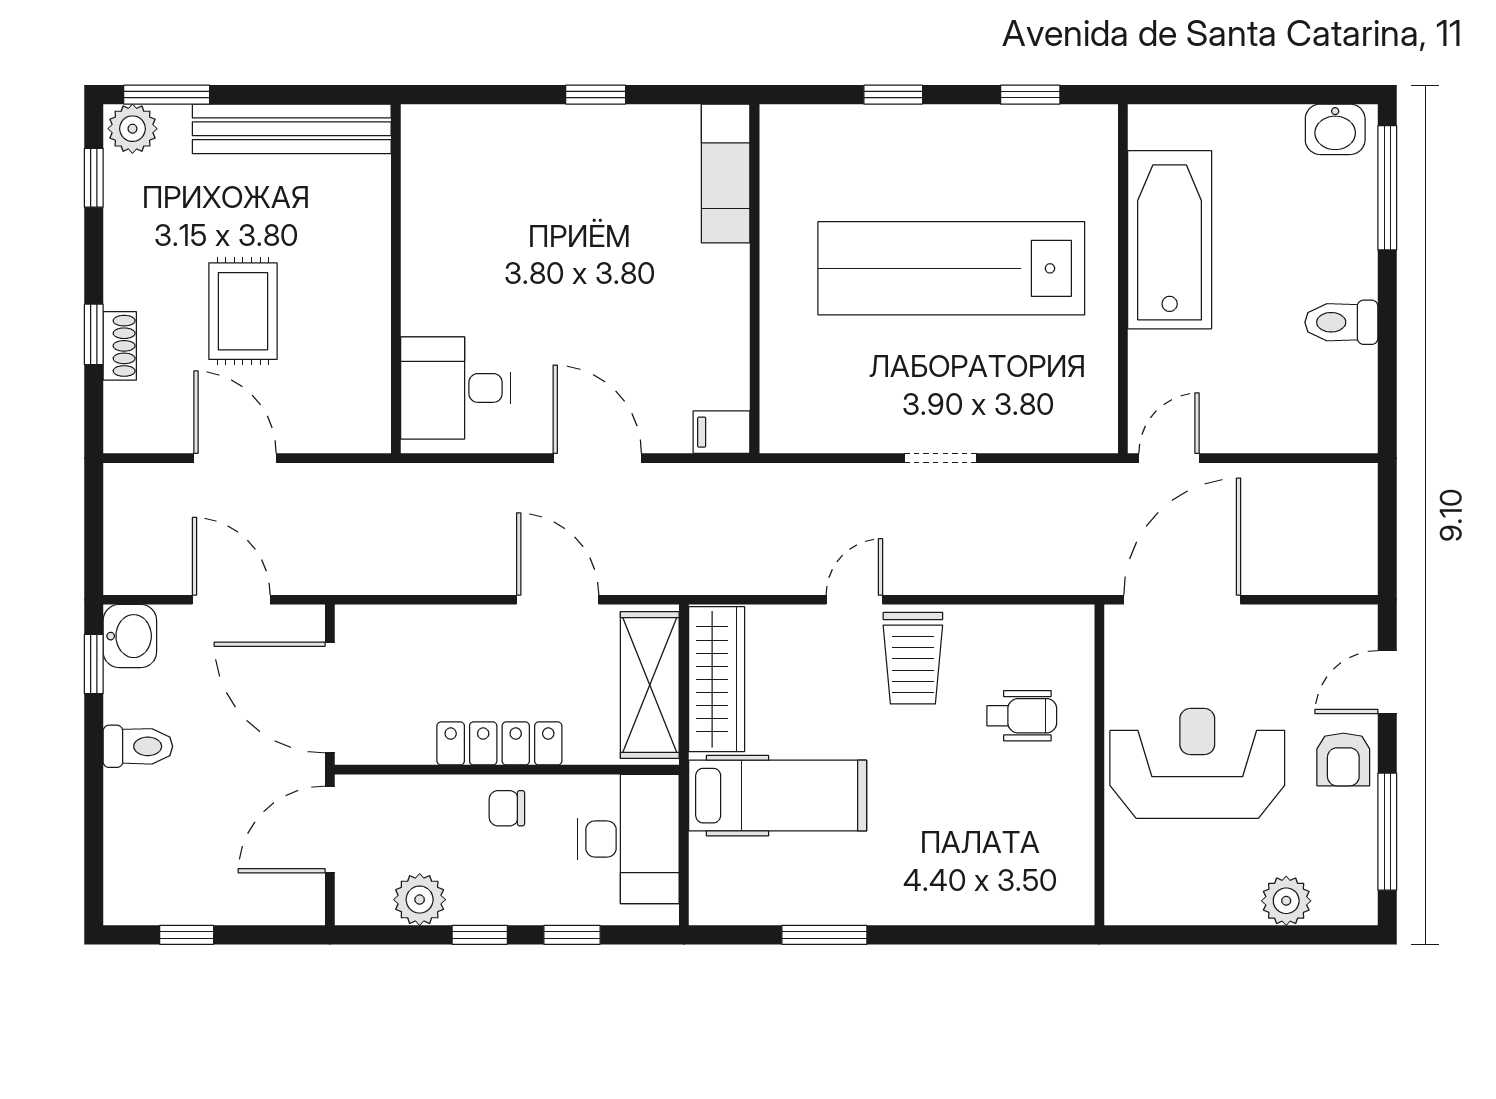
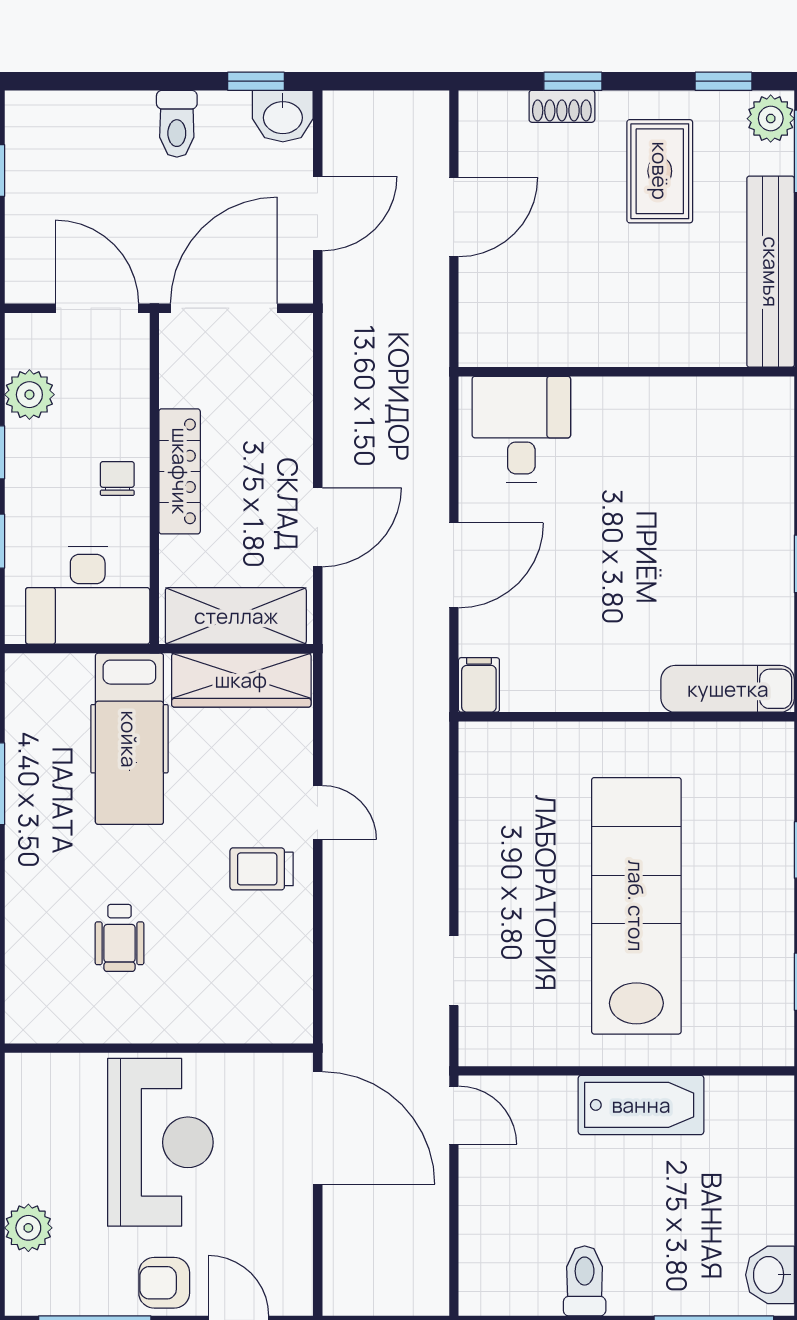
bathtub: (1170, 240) -> (641, 1105), width x0.73, depth x0.73
rug: (243, 311) -> (660, 171), moved, turned 90
doorway: (940, 458) -> (454, 971), moved
trolley: (913, 658) -> (262, 869), width x0.73, depth x0.72
wheelchair: (1022, 716) -> (119, 938), moved

